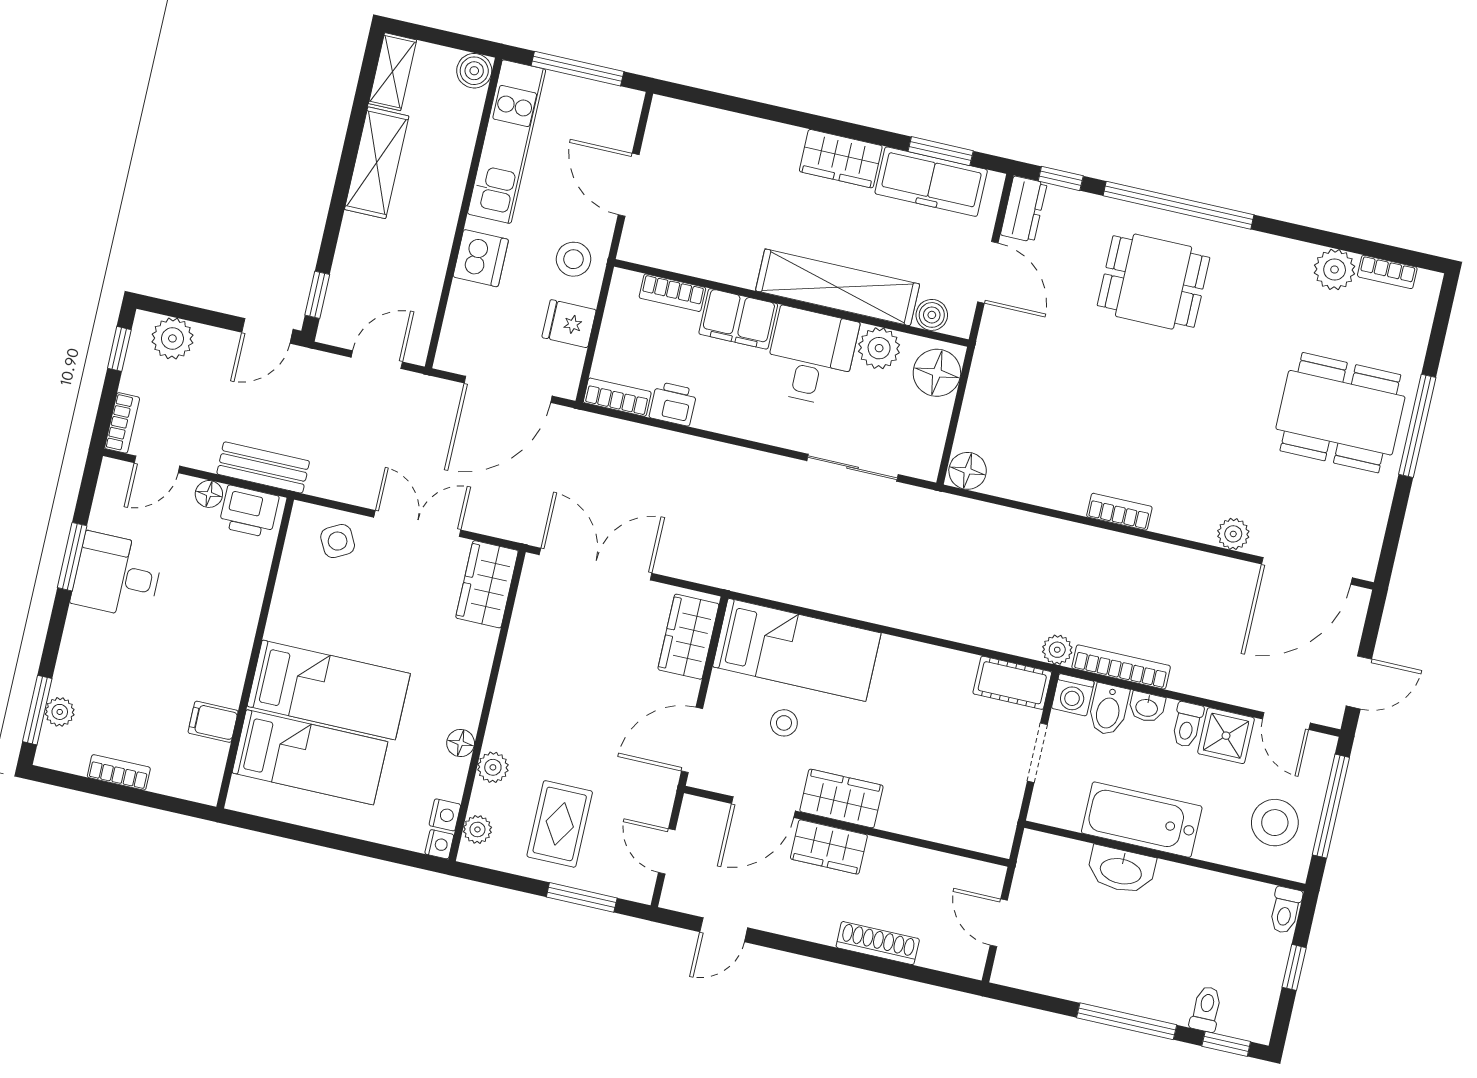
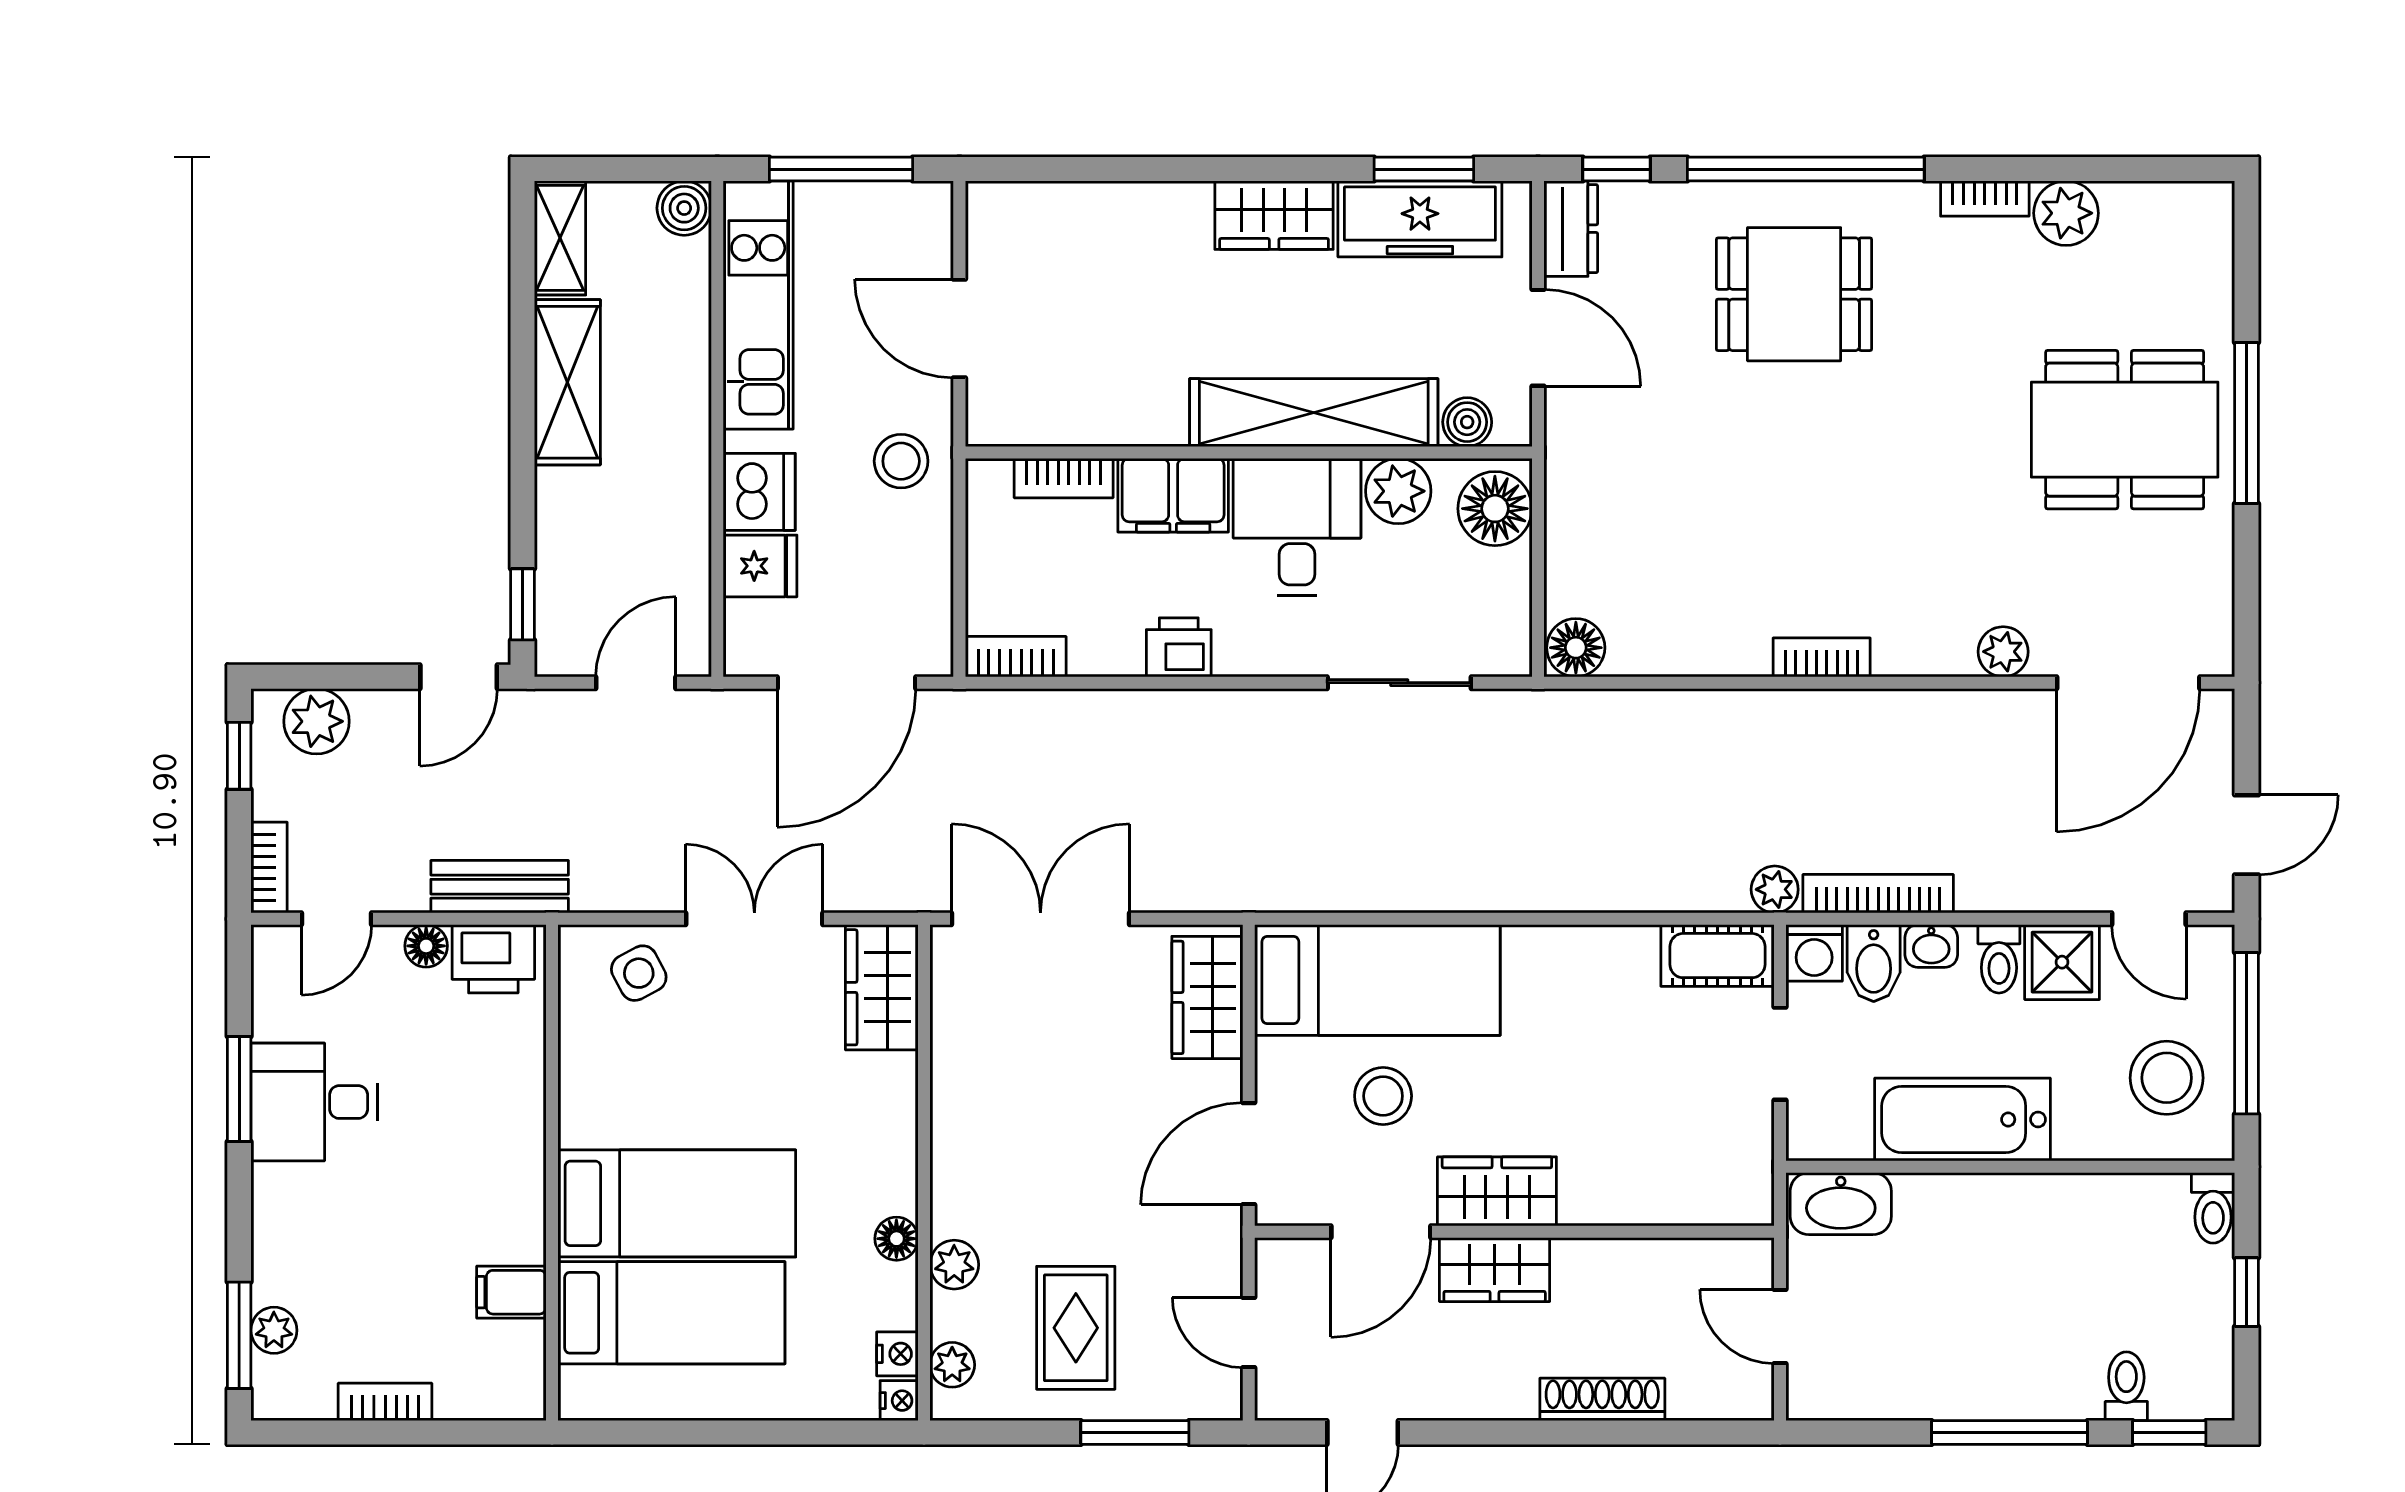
bookcase: (1387, 272) -> (1985, 199), moved
fridge: (569, 324) -> (760, 566), moved, turned 180
printer: (673, 404) -> (1179, 647), moved
stool: (784, 723) -> (1383, 1096), width x1.37, depth x1.37
washbasin: (1121, 870) -> (1841, 1204), moved

